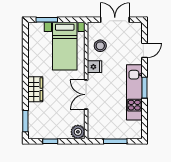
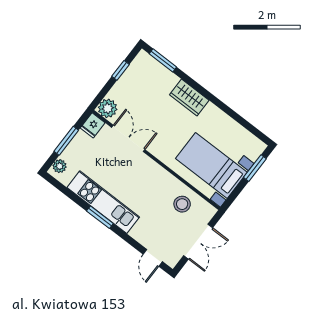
door: (145, 50) -> (153, 258), moved
fridge: (95, 67) -> (93, 125), moved
double door: (86, 95) -> (128, 138), moved
plant: (133, 134) -> (60, 166), added

